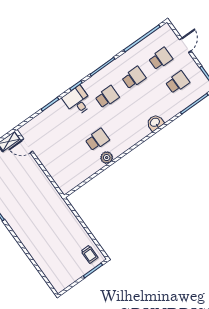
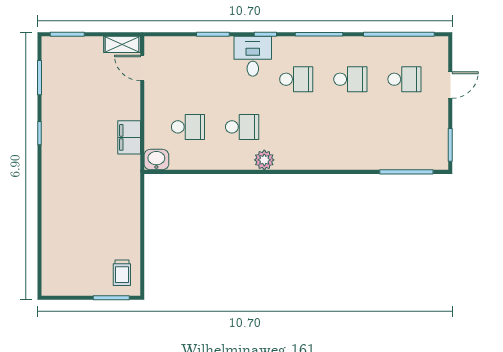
school desk: (177, 82) -> (188, 127), moved
washbasin: (155, 123) -> (156, 160), moved
plant: (107, 158) -> (264, 160), moved
filing cabinet: (45, 185) -> (129, 137), added

